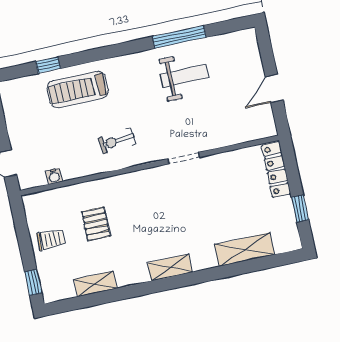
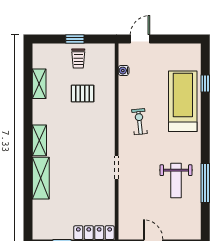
treadmill: (78, 90) -> (183, 101), width x1.37, depth x1.38
shelving: (245, 250) -> (41, 178), moved
window: (33, 282) -> (75, 39), moved

